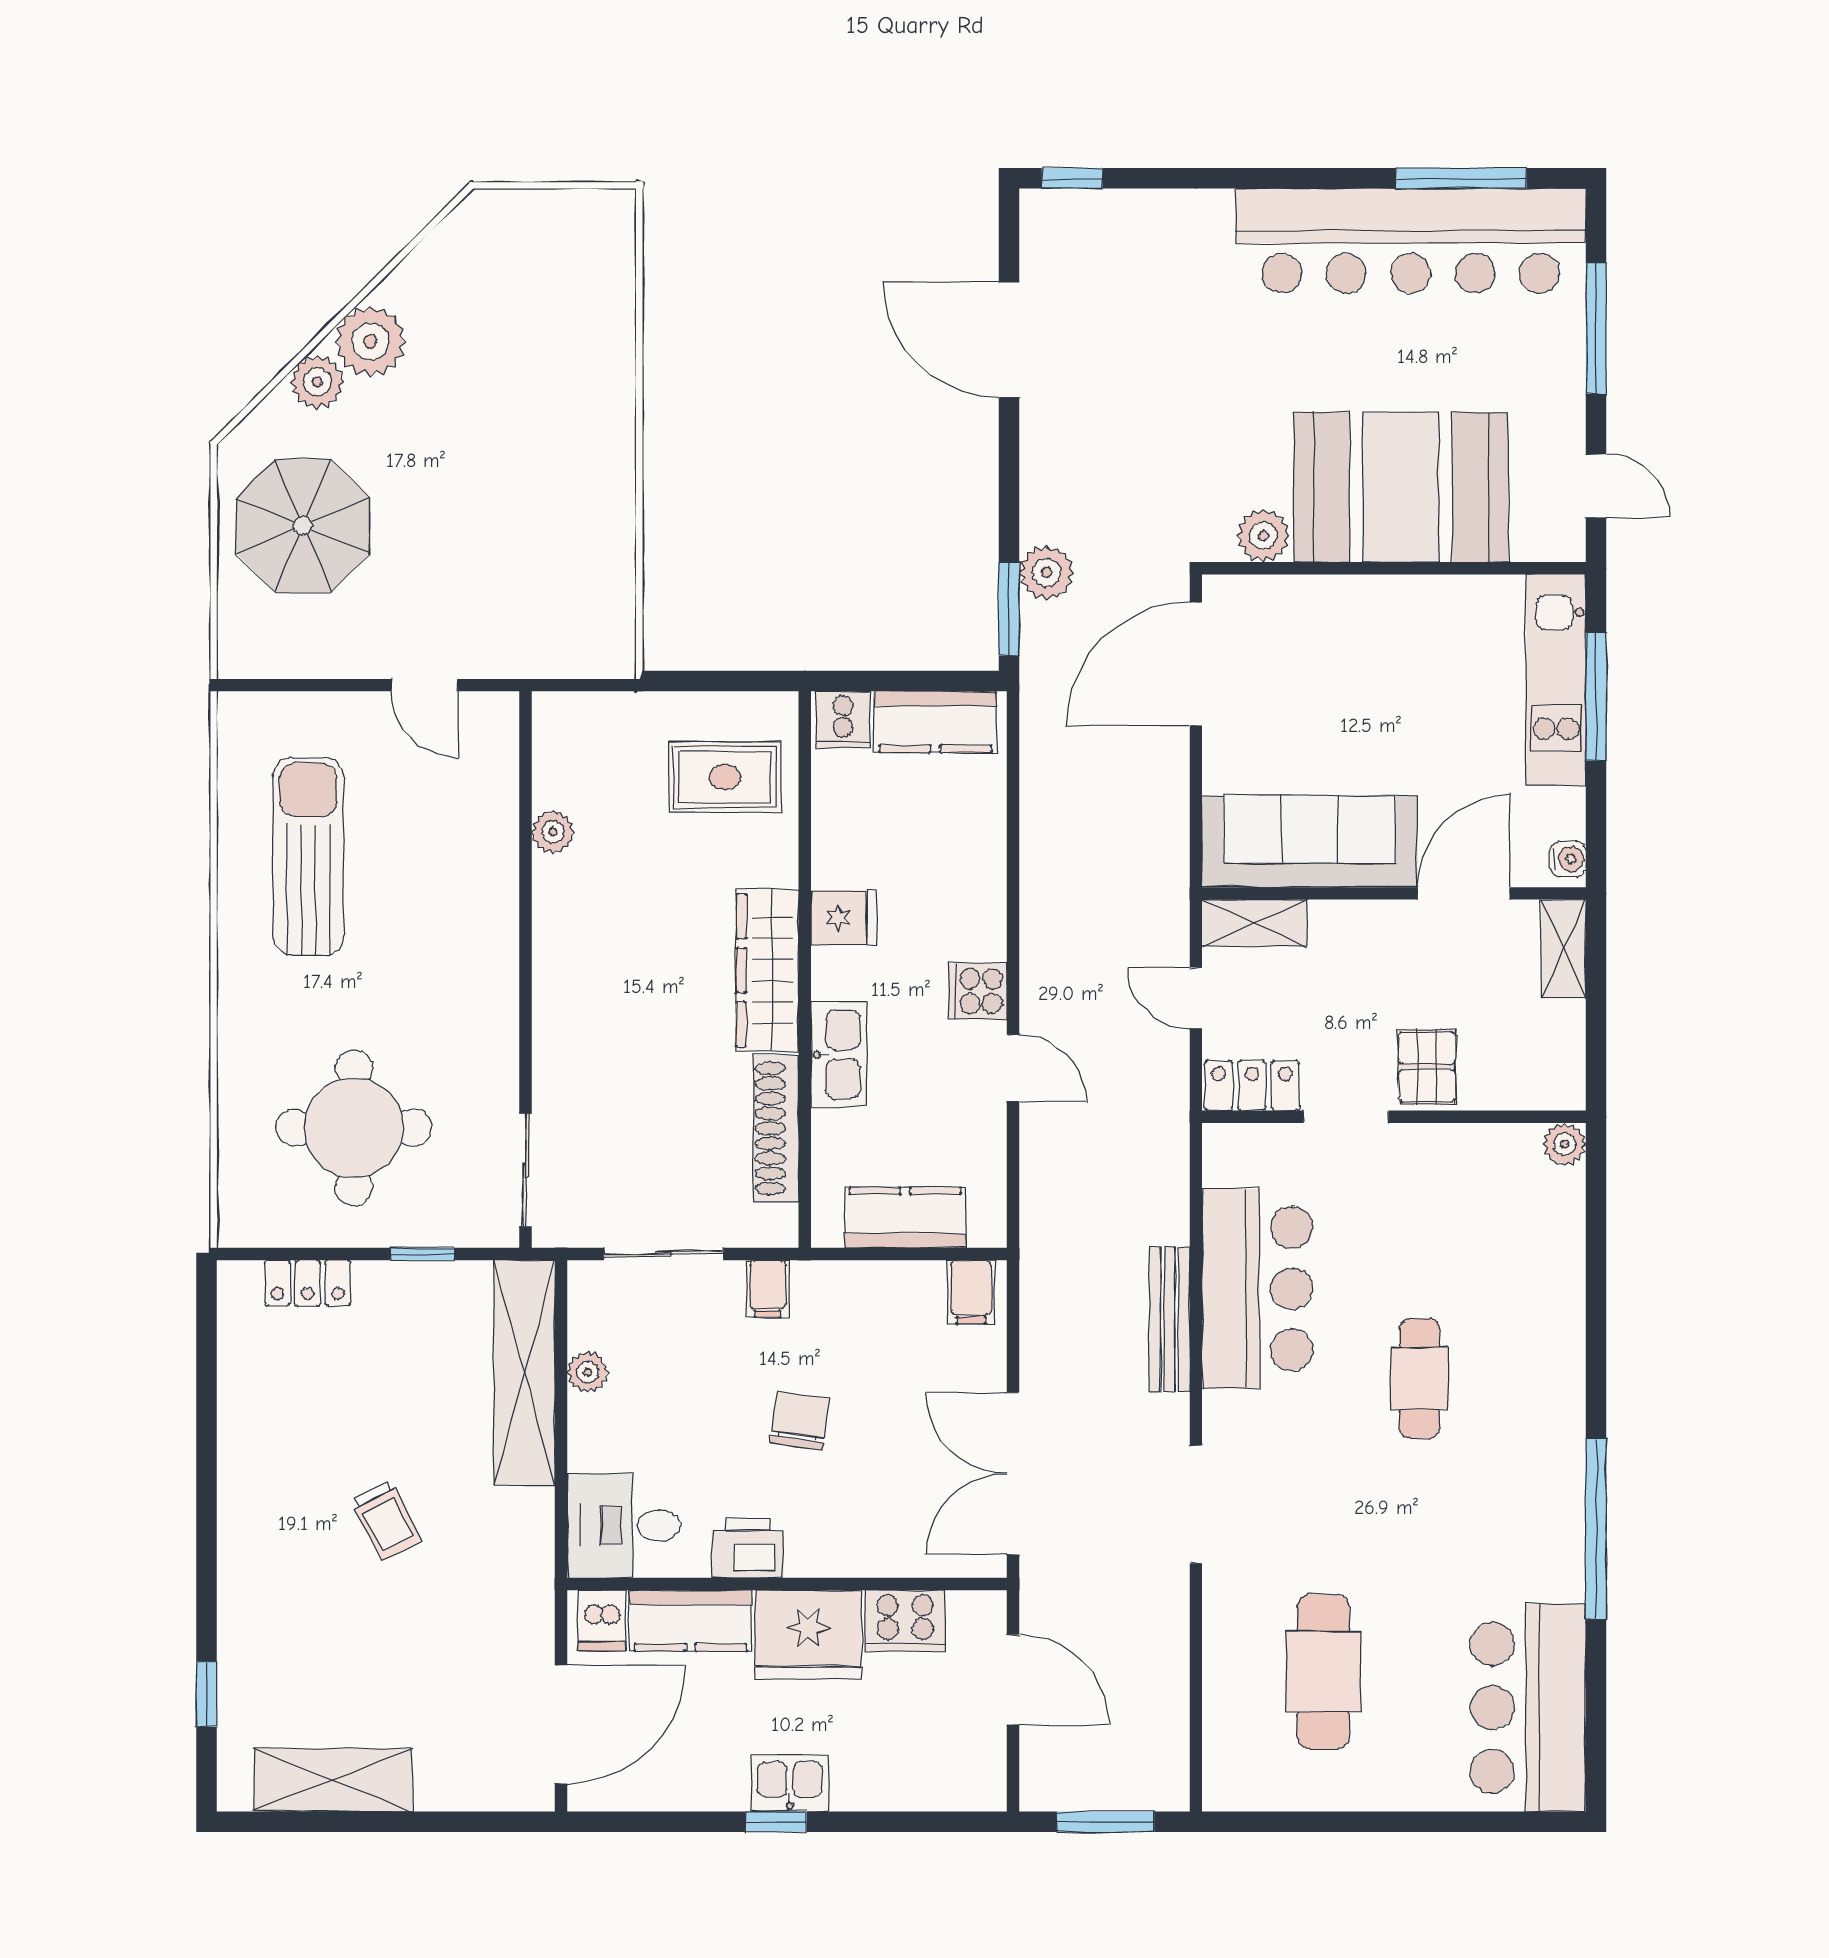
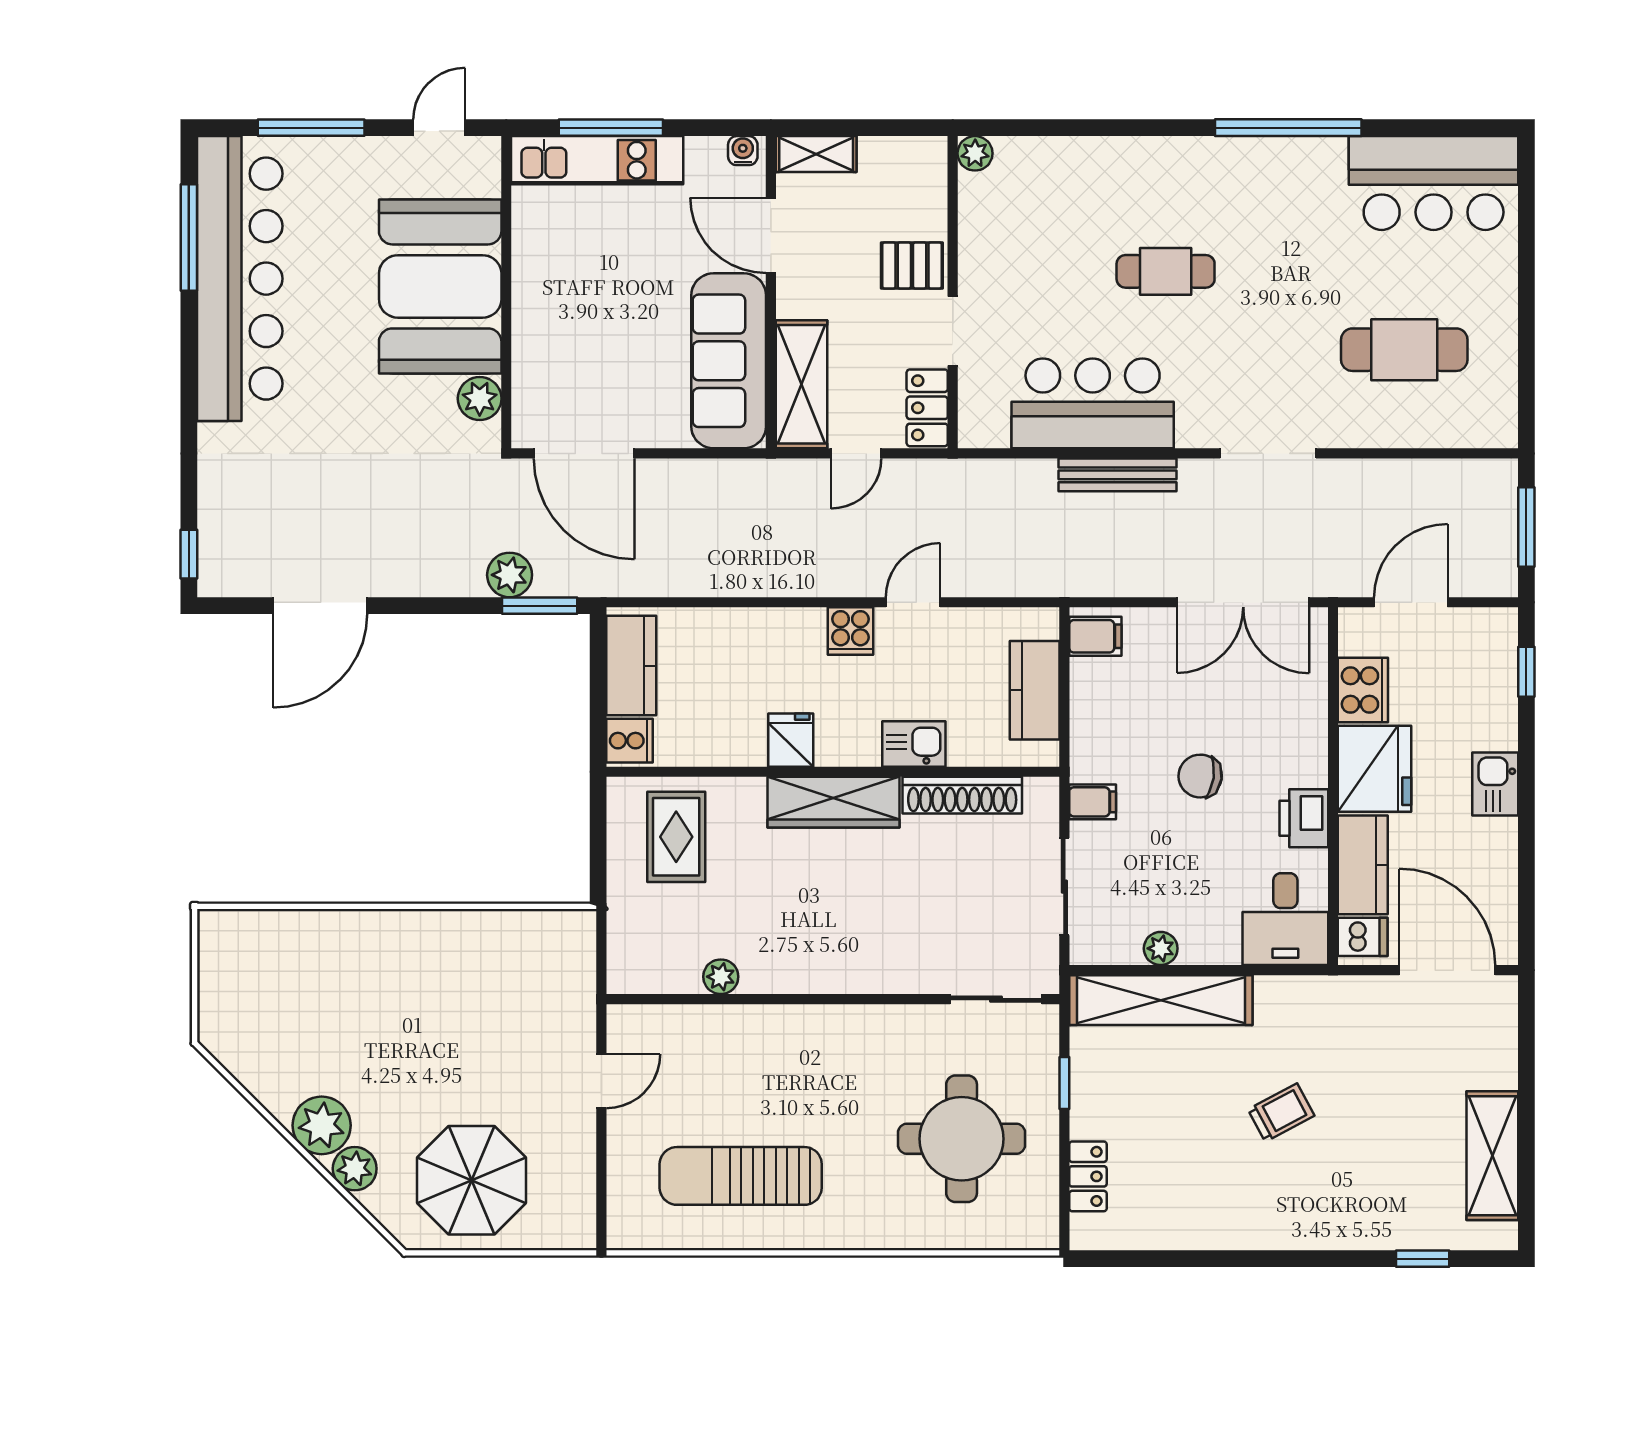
shelving: (1255, 923) -> (801, 384), width x1.50, depth x1.33
kitchen sink: (839, 1054) -> (914, 744), width x0.73
window: (776, 1822) -> (1526, 672), moved

